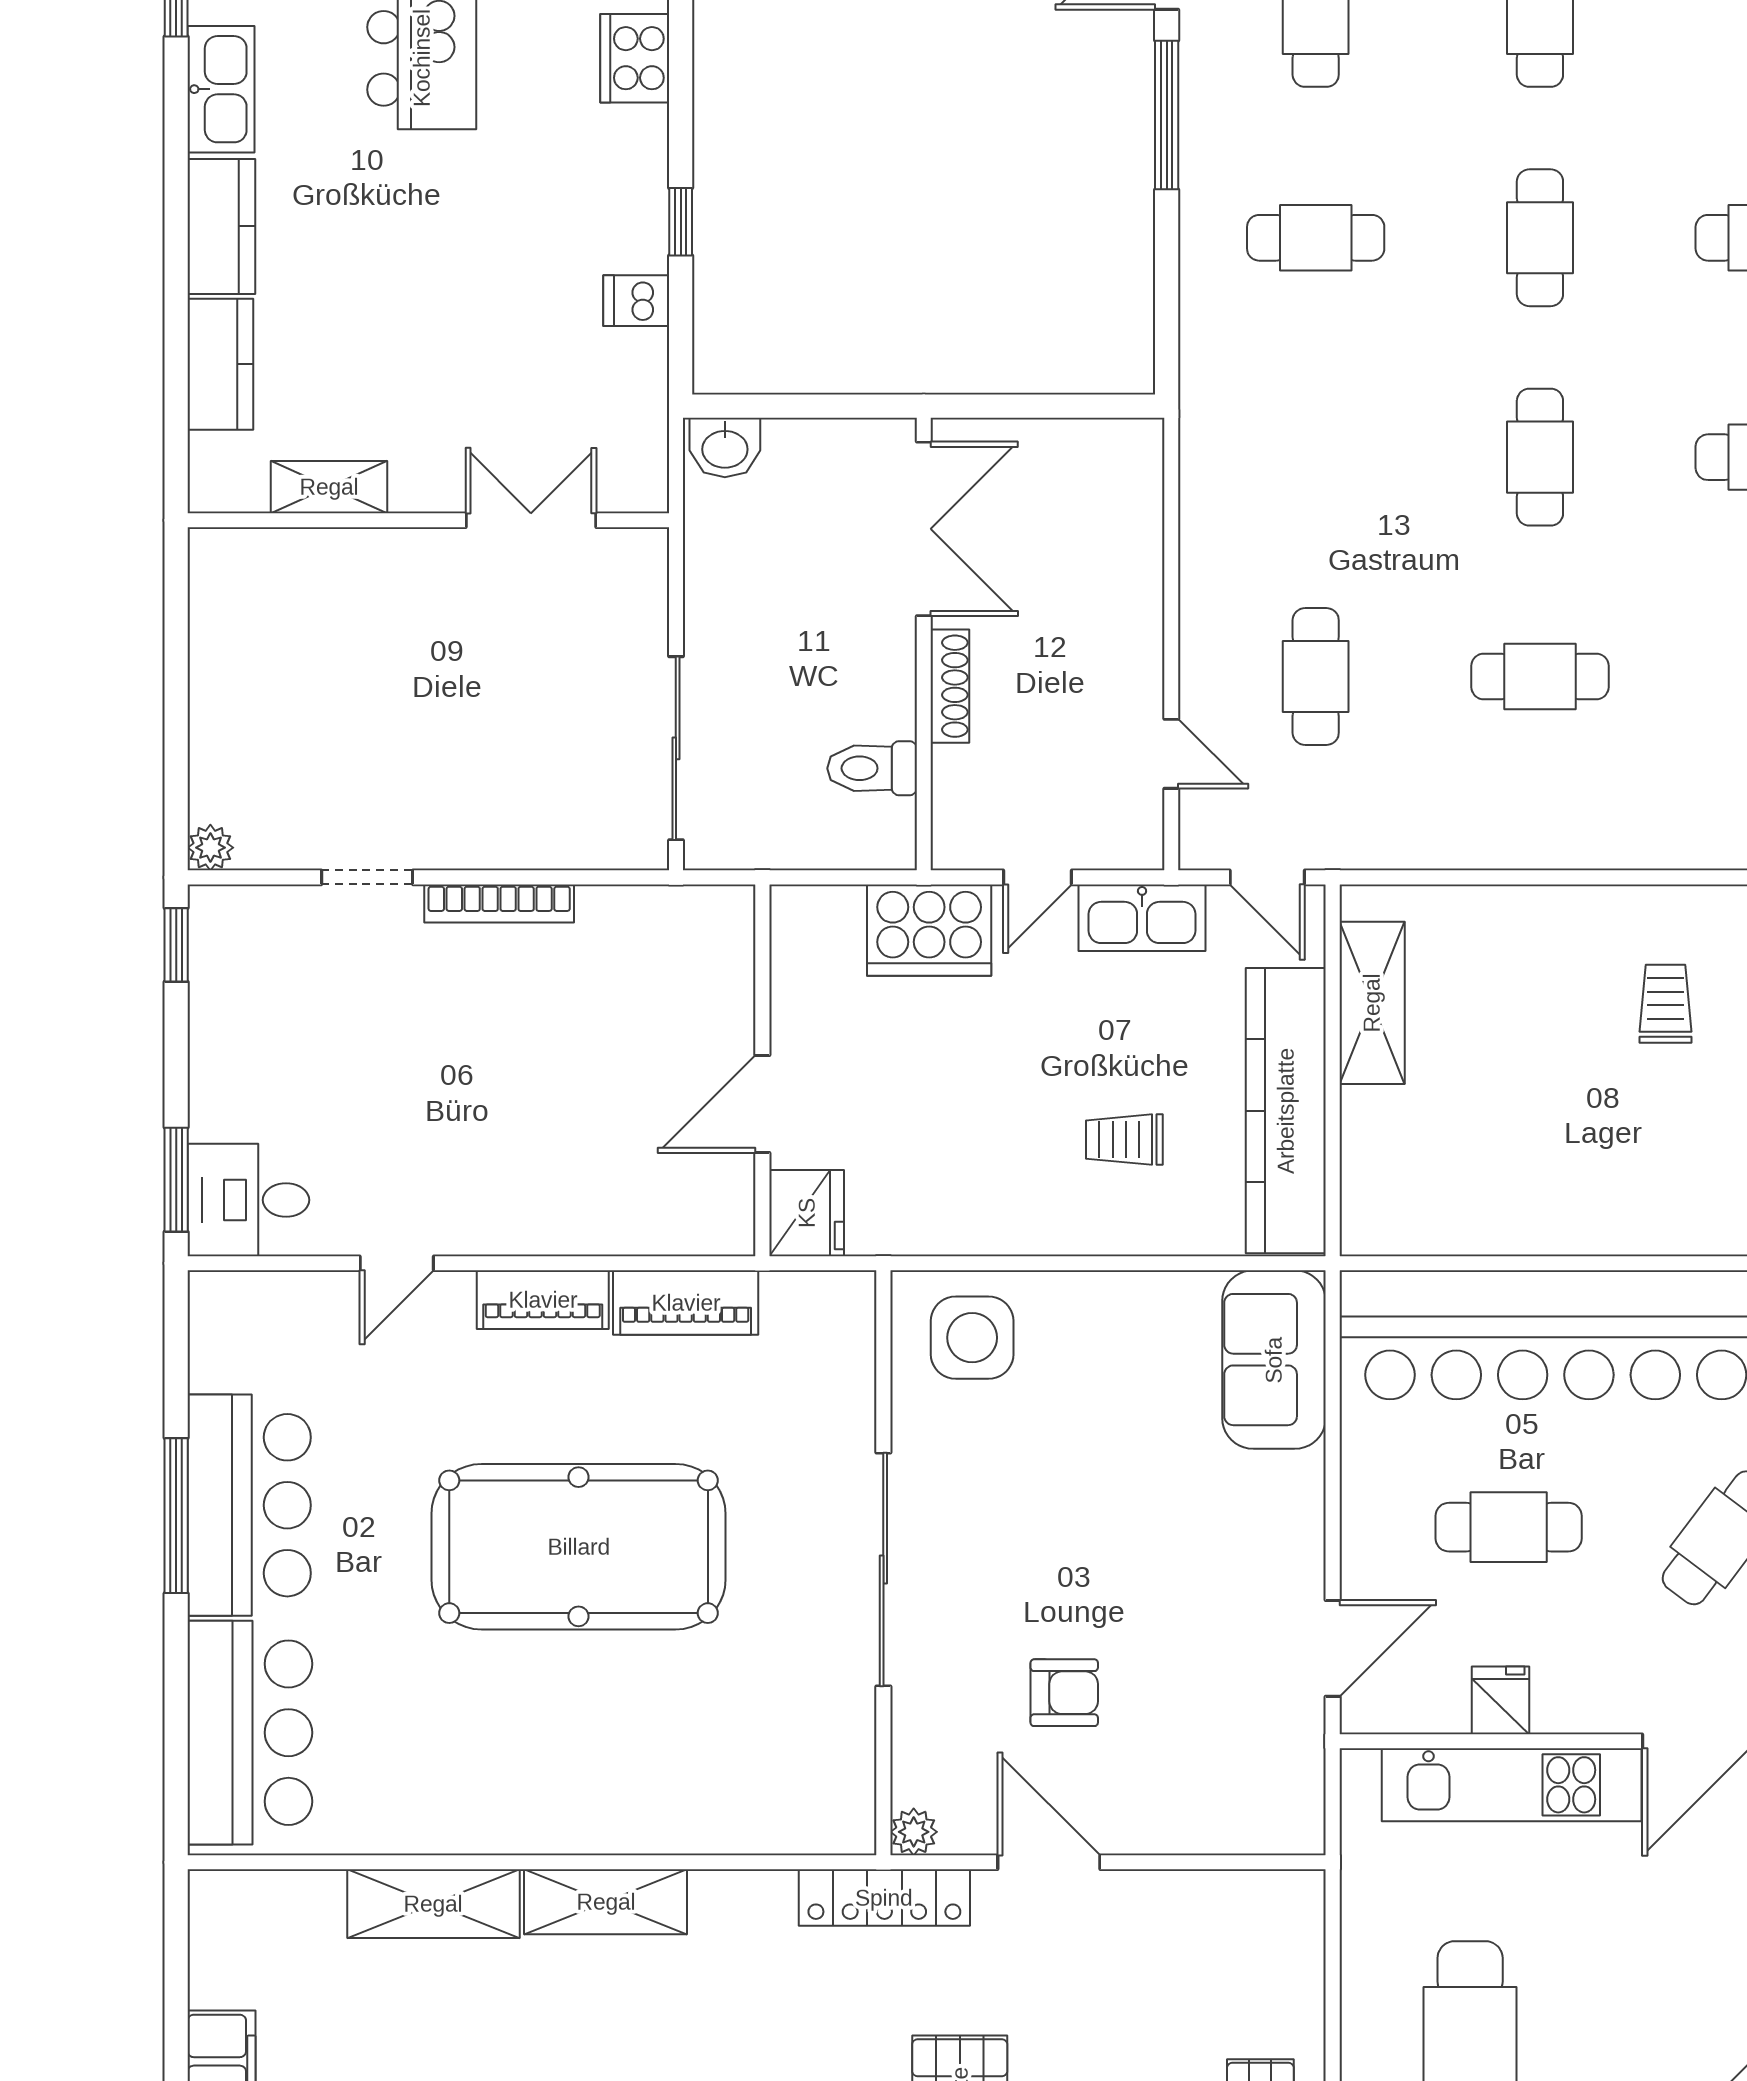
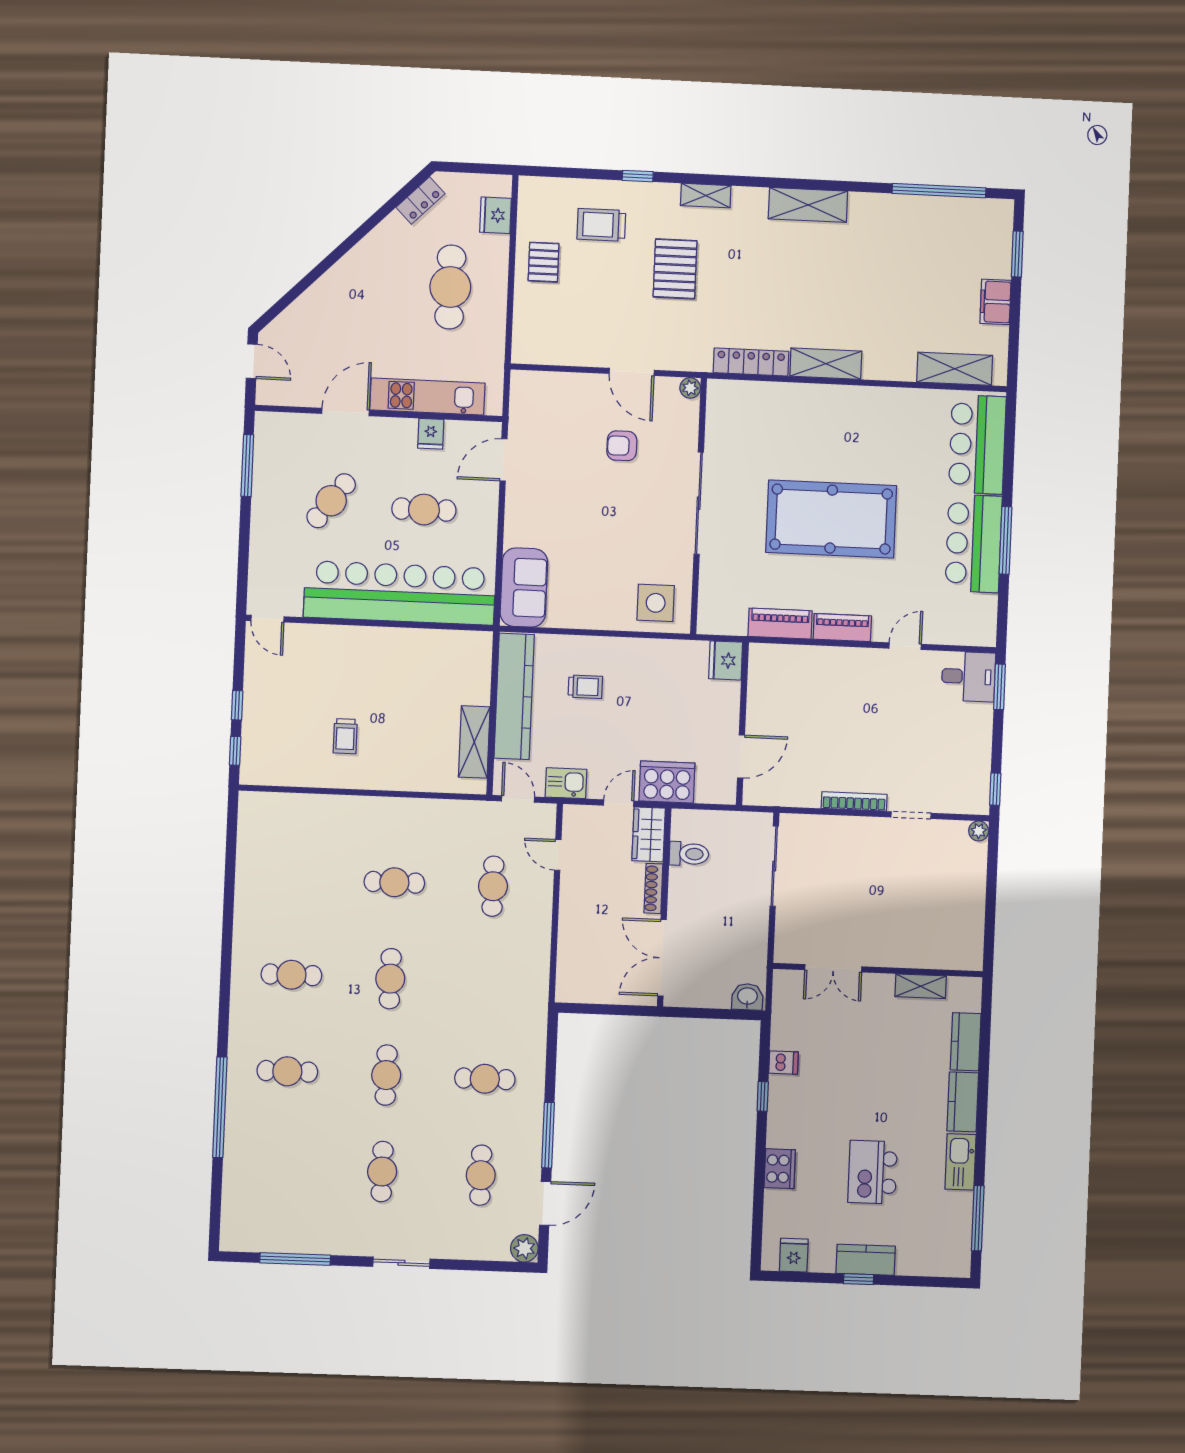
wardrobe: (966, 809) -> (649, 834), added
kitchen sink: (1142, 918) -> (566, 783), width x0.73
door: (762, 1104) -> (741, 756), moved
locker: (884, 1898) -> (751, 362), moved
shelving: (433, 1904) -> (955, 369), moved

